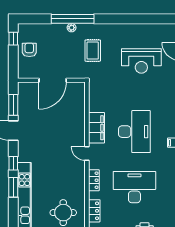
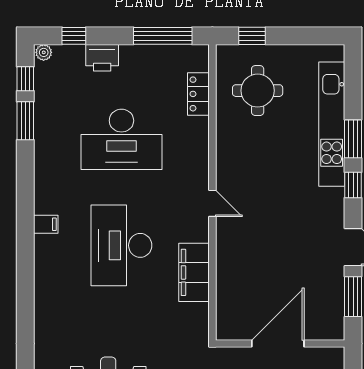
filing cabinet: (96, 128) -> (194, 272), moved
locker: (94, 180) -> (199, 152), removed

